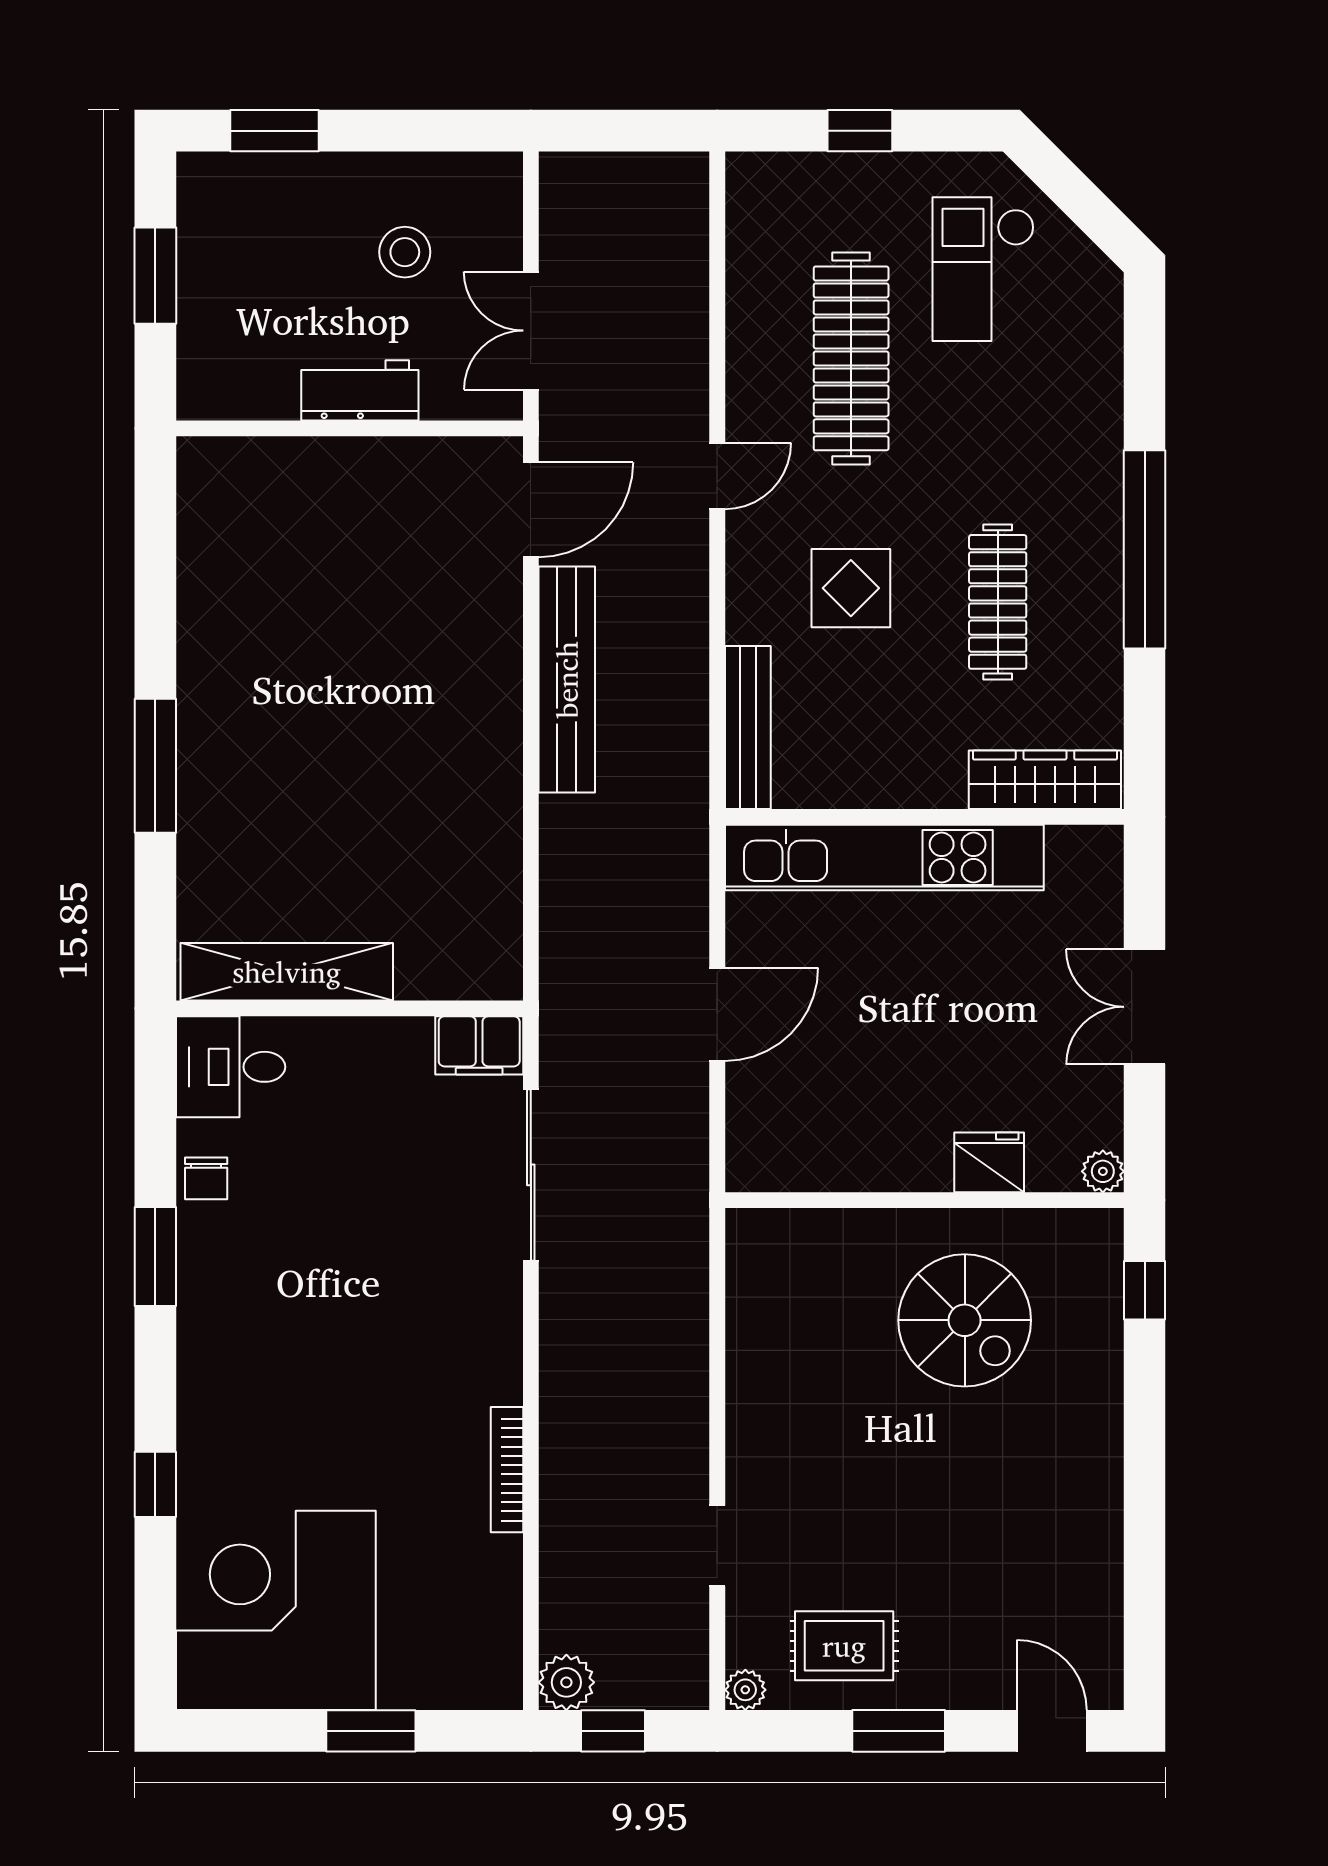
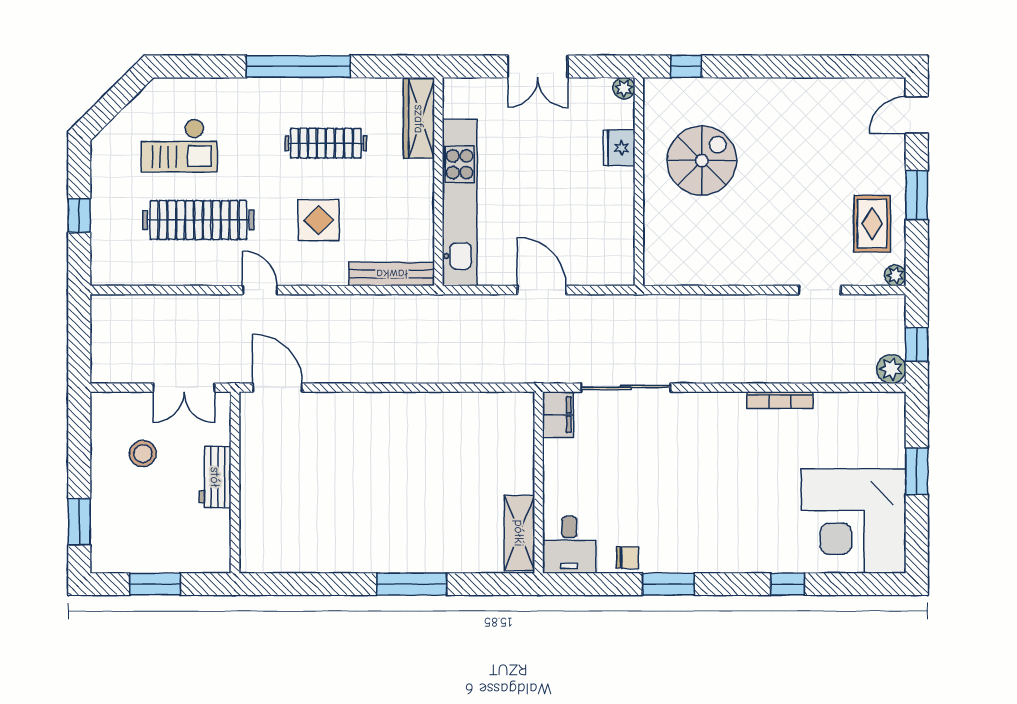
checkout: (983, 269) -> (179, 146), moved
bench: (567, 680) -> (366, 369), removed
shelving: (287, 972) -> (519, 533), width x0.68

